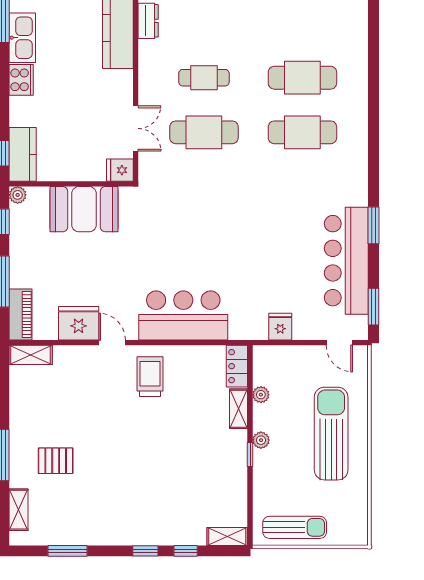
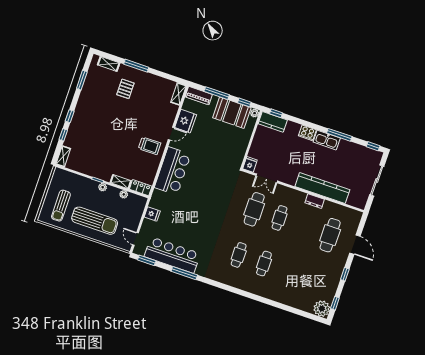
cafe table: (302, 78) -> (264, 264), width x0.73, depth x0.74
cafe table: (302, 132) -> (239, 255), width x0.73, depth x0.74
booth: (84, 209) -> (232, 113), moved, turned 90
window: (373, 225) -> (184, 273), width x1.44
door: (339, 343) -> (135, 239), hinge flipped
sun lounger: (295, 527) -> (61, 206), moved

